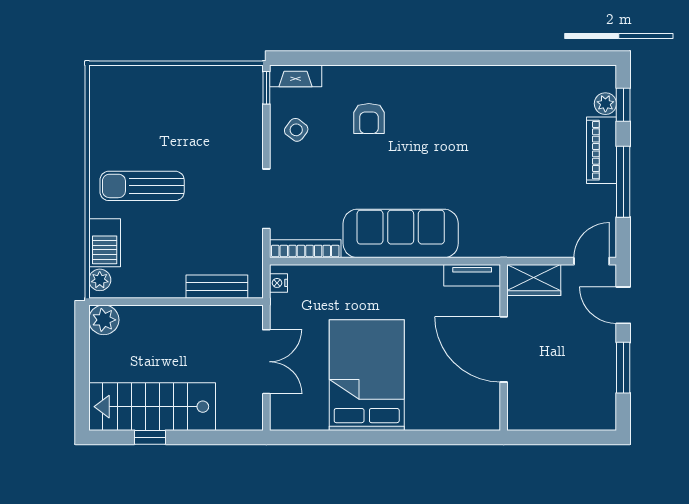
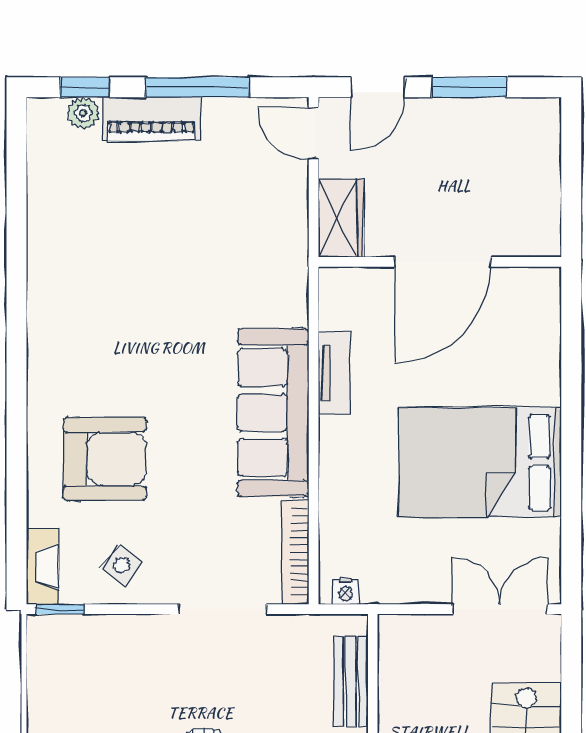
armchair: (369, 118) -> (105, 459), width x1.88, depth x1.88
tv unit: (472, 275) -> (334, 373), moved
double door: (266, 362) -> (500, 609), moved

